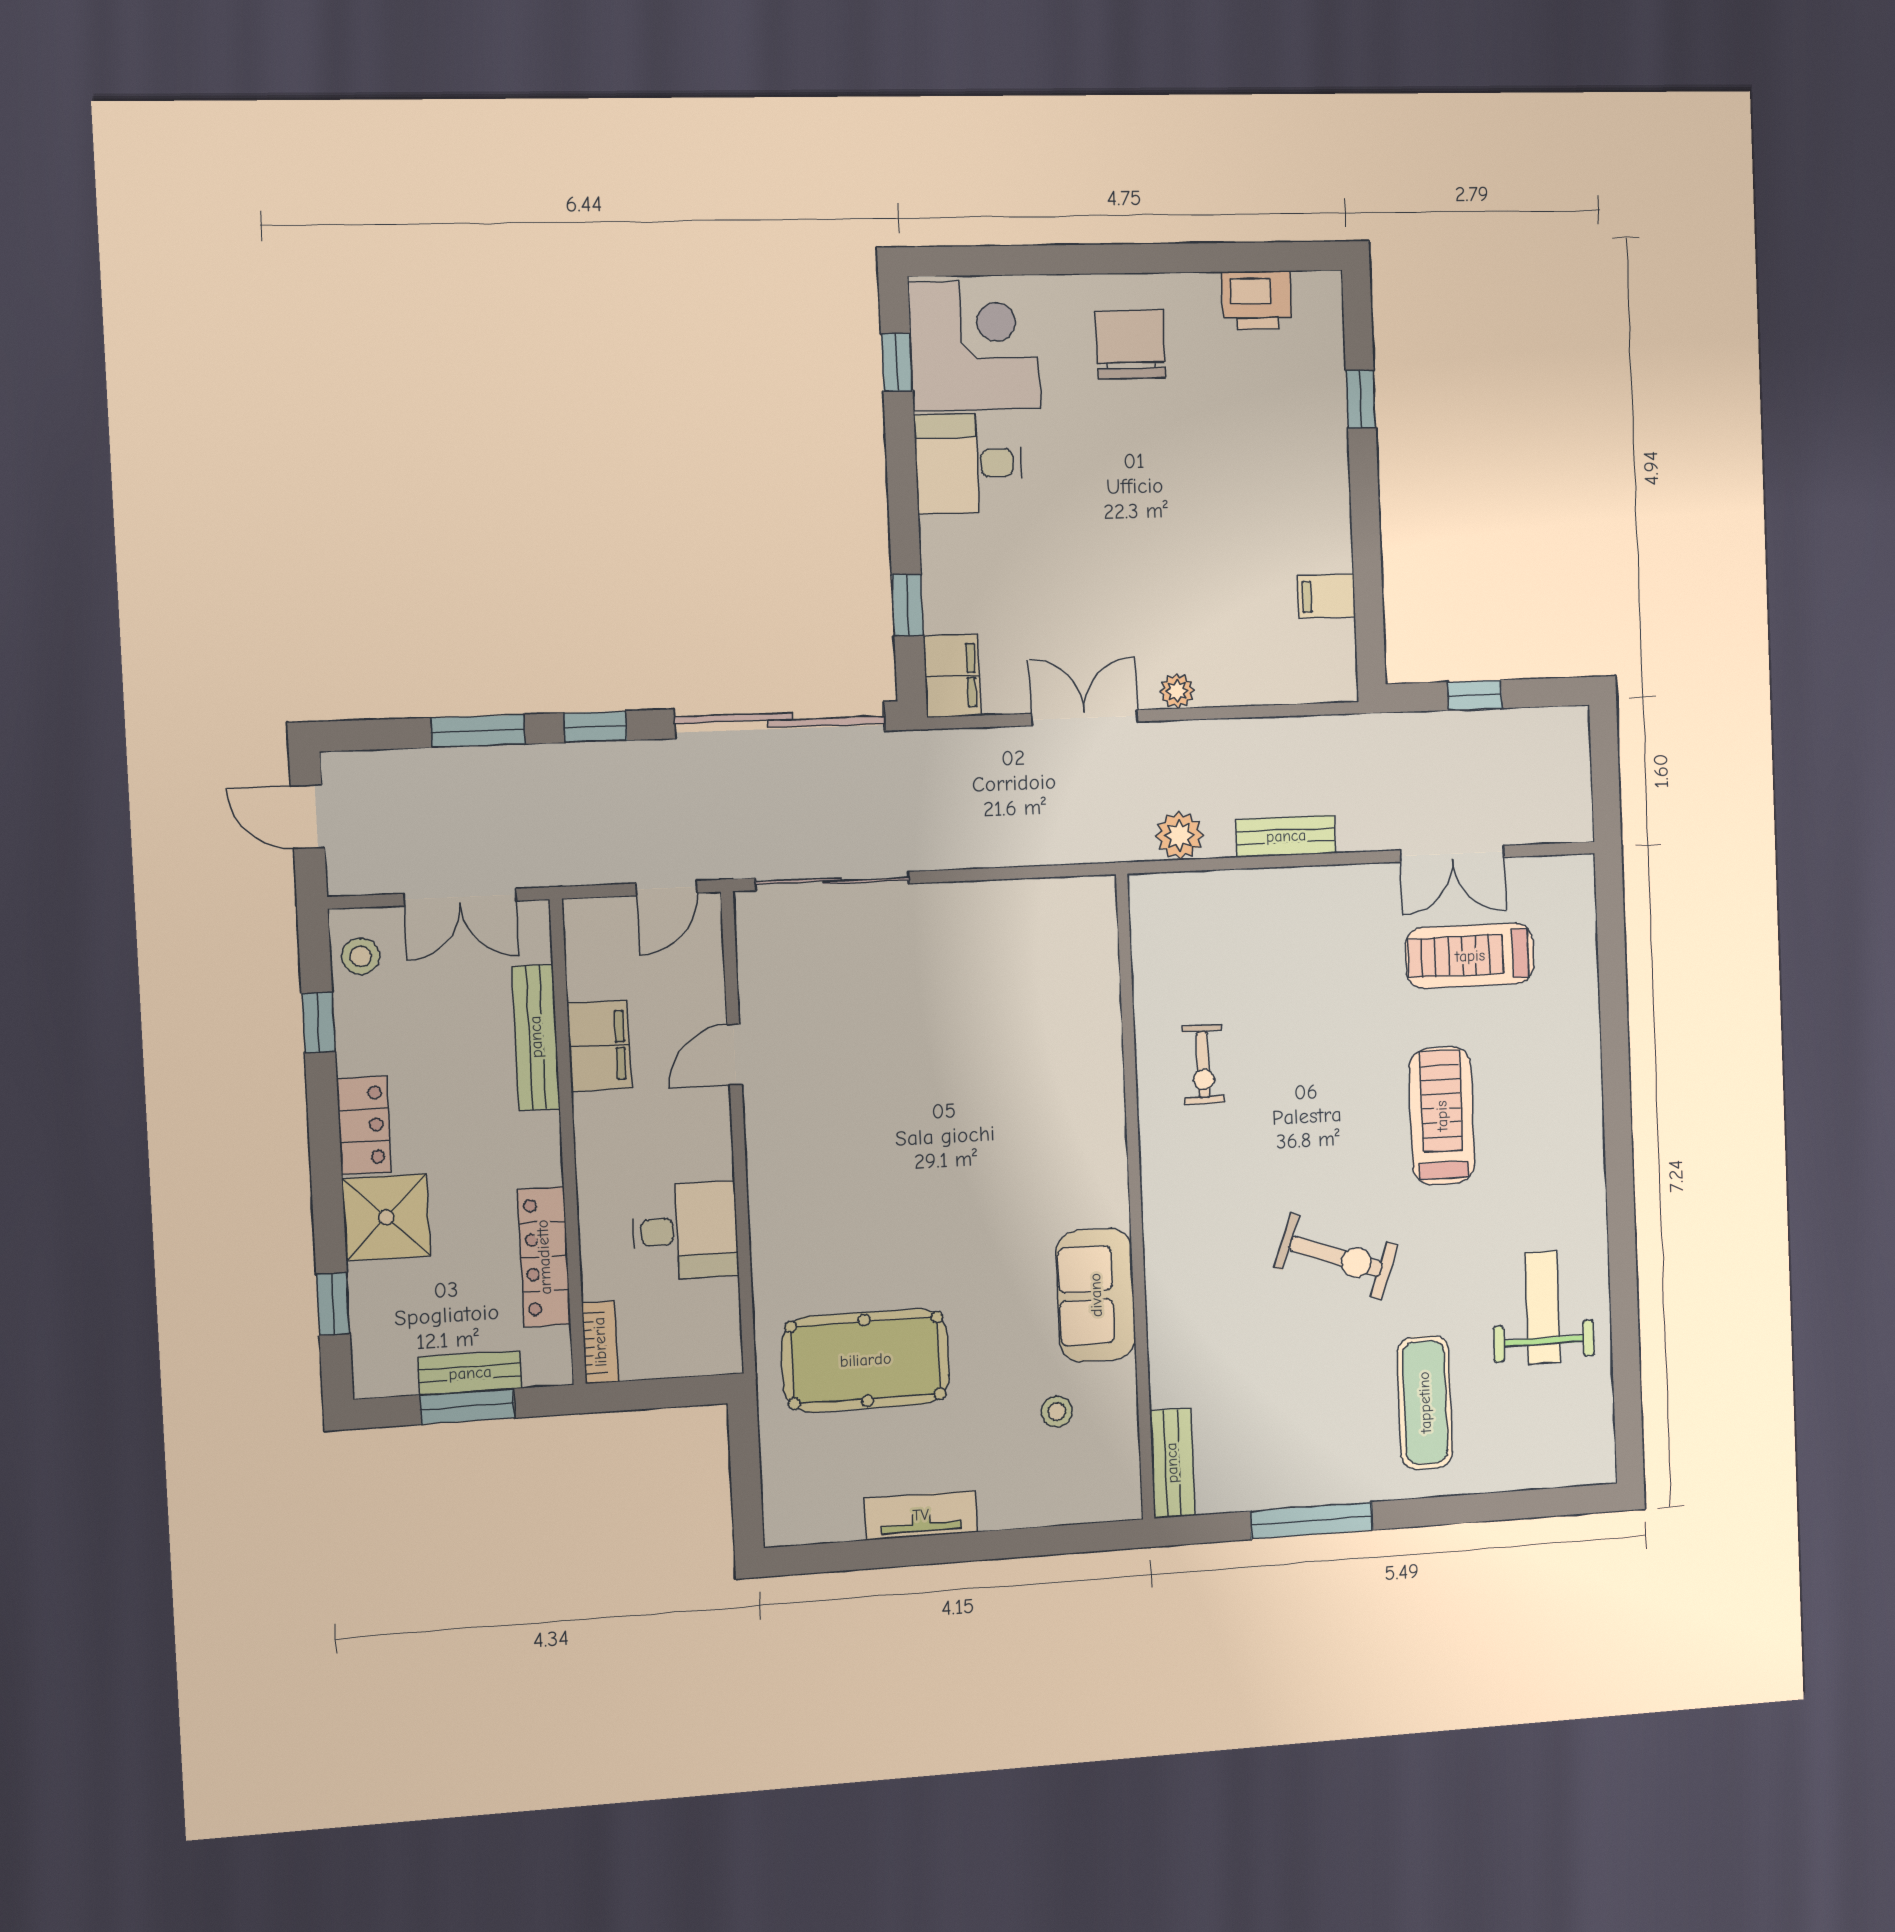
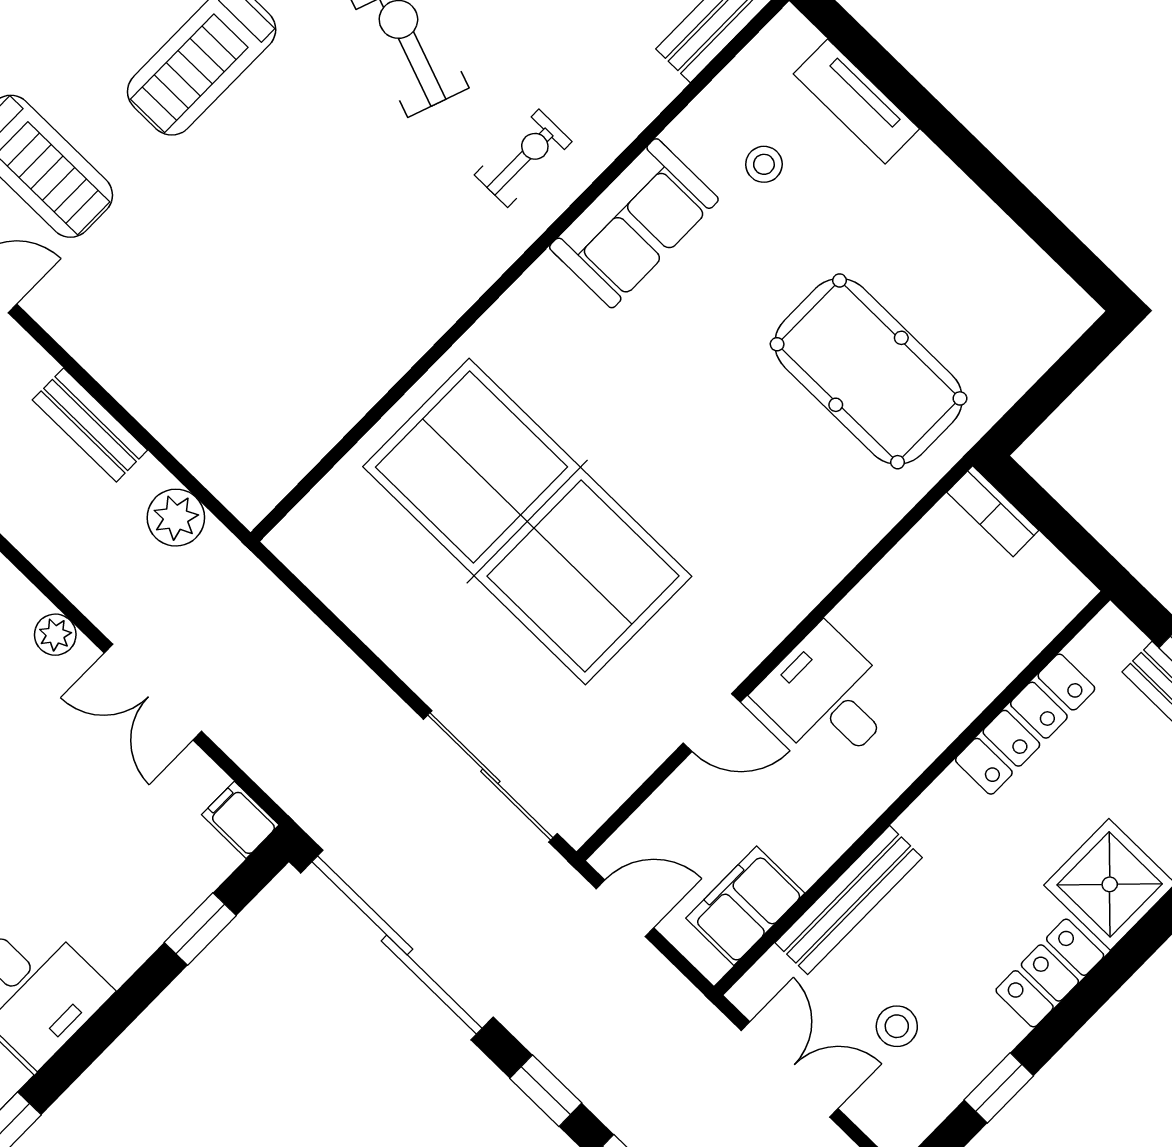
filing cabinet: (952, 676) -> (240, 820), width x0.50
stool: (361, 956) -> (897, 1026), moved
filing cabinet: (599, 1046) -> (745, 906), moved
table tennis table: (972, 1055) -> (527, 521), added
exercise bike: (1203, 1065) -> (523, 158), moved
desk: (685, 1231) -> (827, 698), moved
bookcase: (600, 1342) -> (993, 511), moved, turned -90
tv unit: (921, 1515) -> (856, 101), moved

